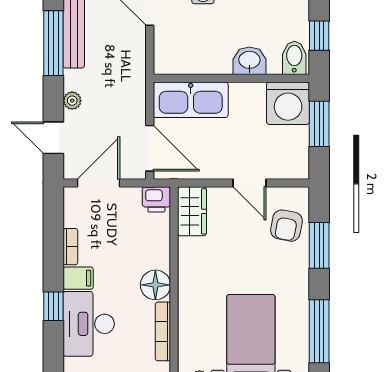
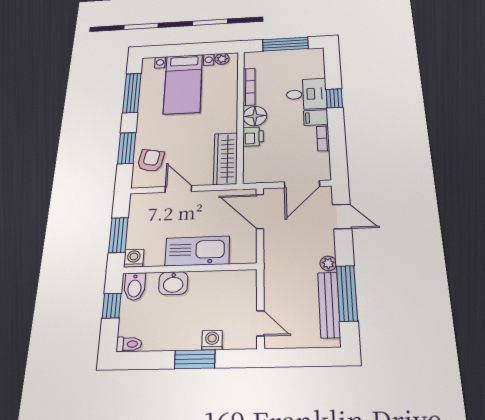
kitchen sink: (191, 100) -> (197, 251), moved
plant: (72, 101) -> (328, 263), moved
washing machine: (288, 103) -> (134, 258), width x0.53, depth x0.53
printer: (156, 199) -> (253, 137), moved, turned 90
wardrobe: (192, 211) -> (226, 158), width x1.50
desk: (89, 324) -> (306, 94), width x0.73

